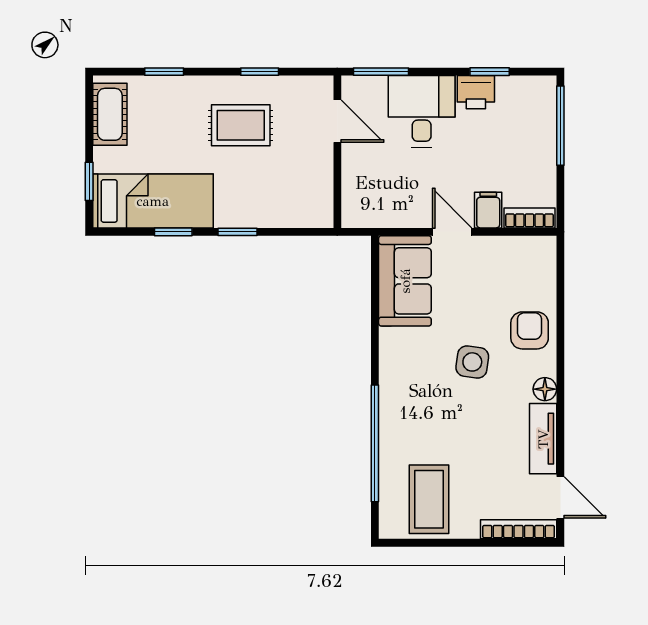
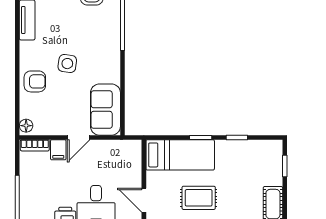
bed: (153, 201) -> (180, 155), moved, turned 180
door: (452, 232) -> (79, 137), hinge flipped
armchair: (530, 330) -> (35, 81), turned -90
floor lamp: (545, 389) -> (26, 126), moved

